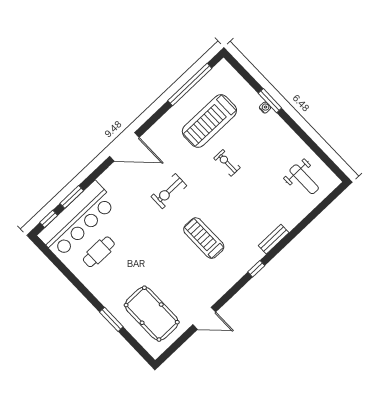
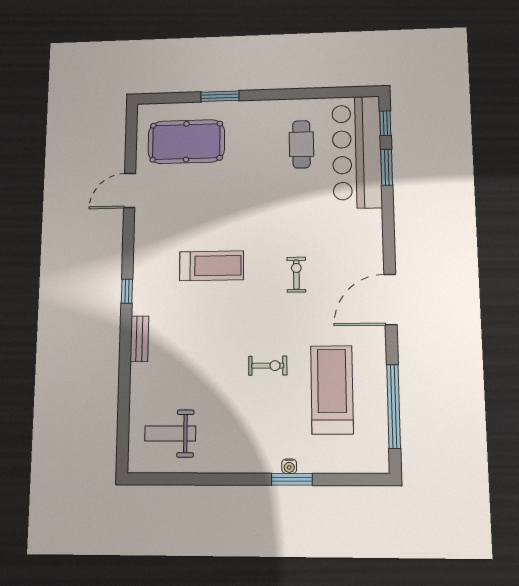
door: (124, 147) -> (390, 299), moved
exercise bike: (169, 191) -> (296, 275), width x0.73, depth x0.72

